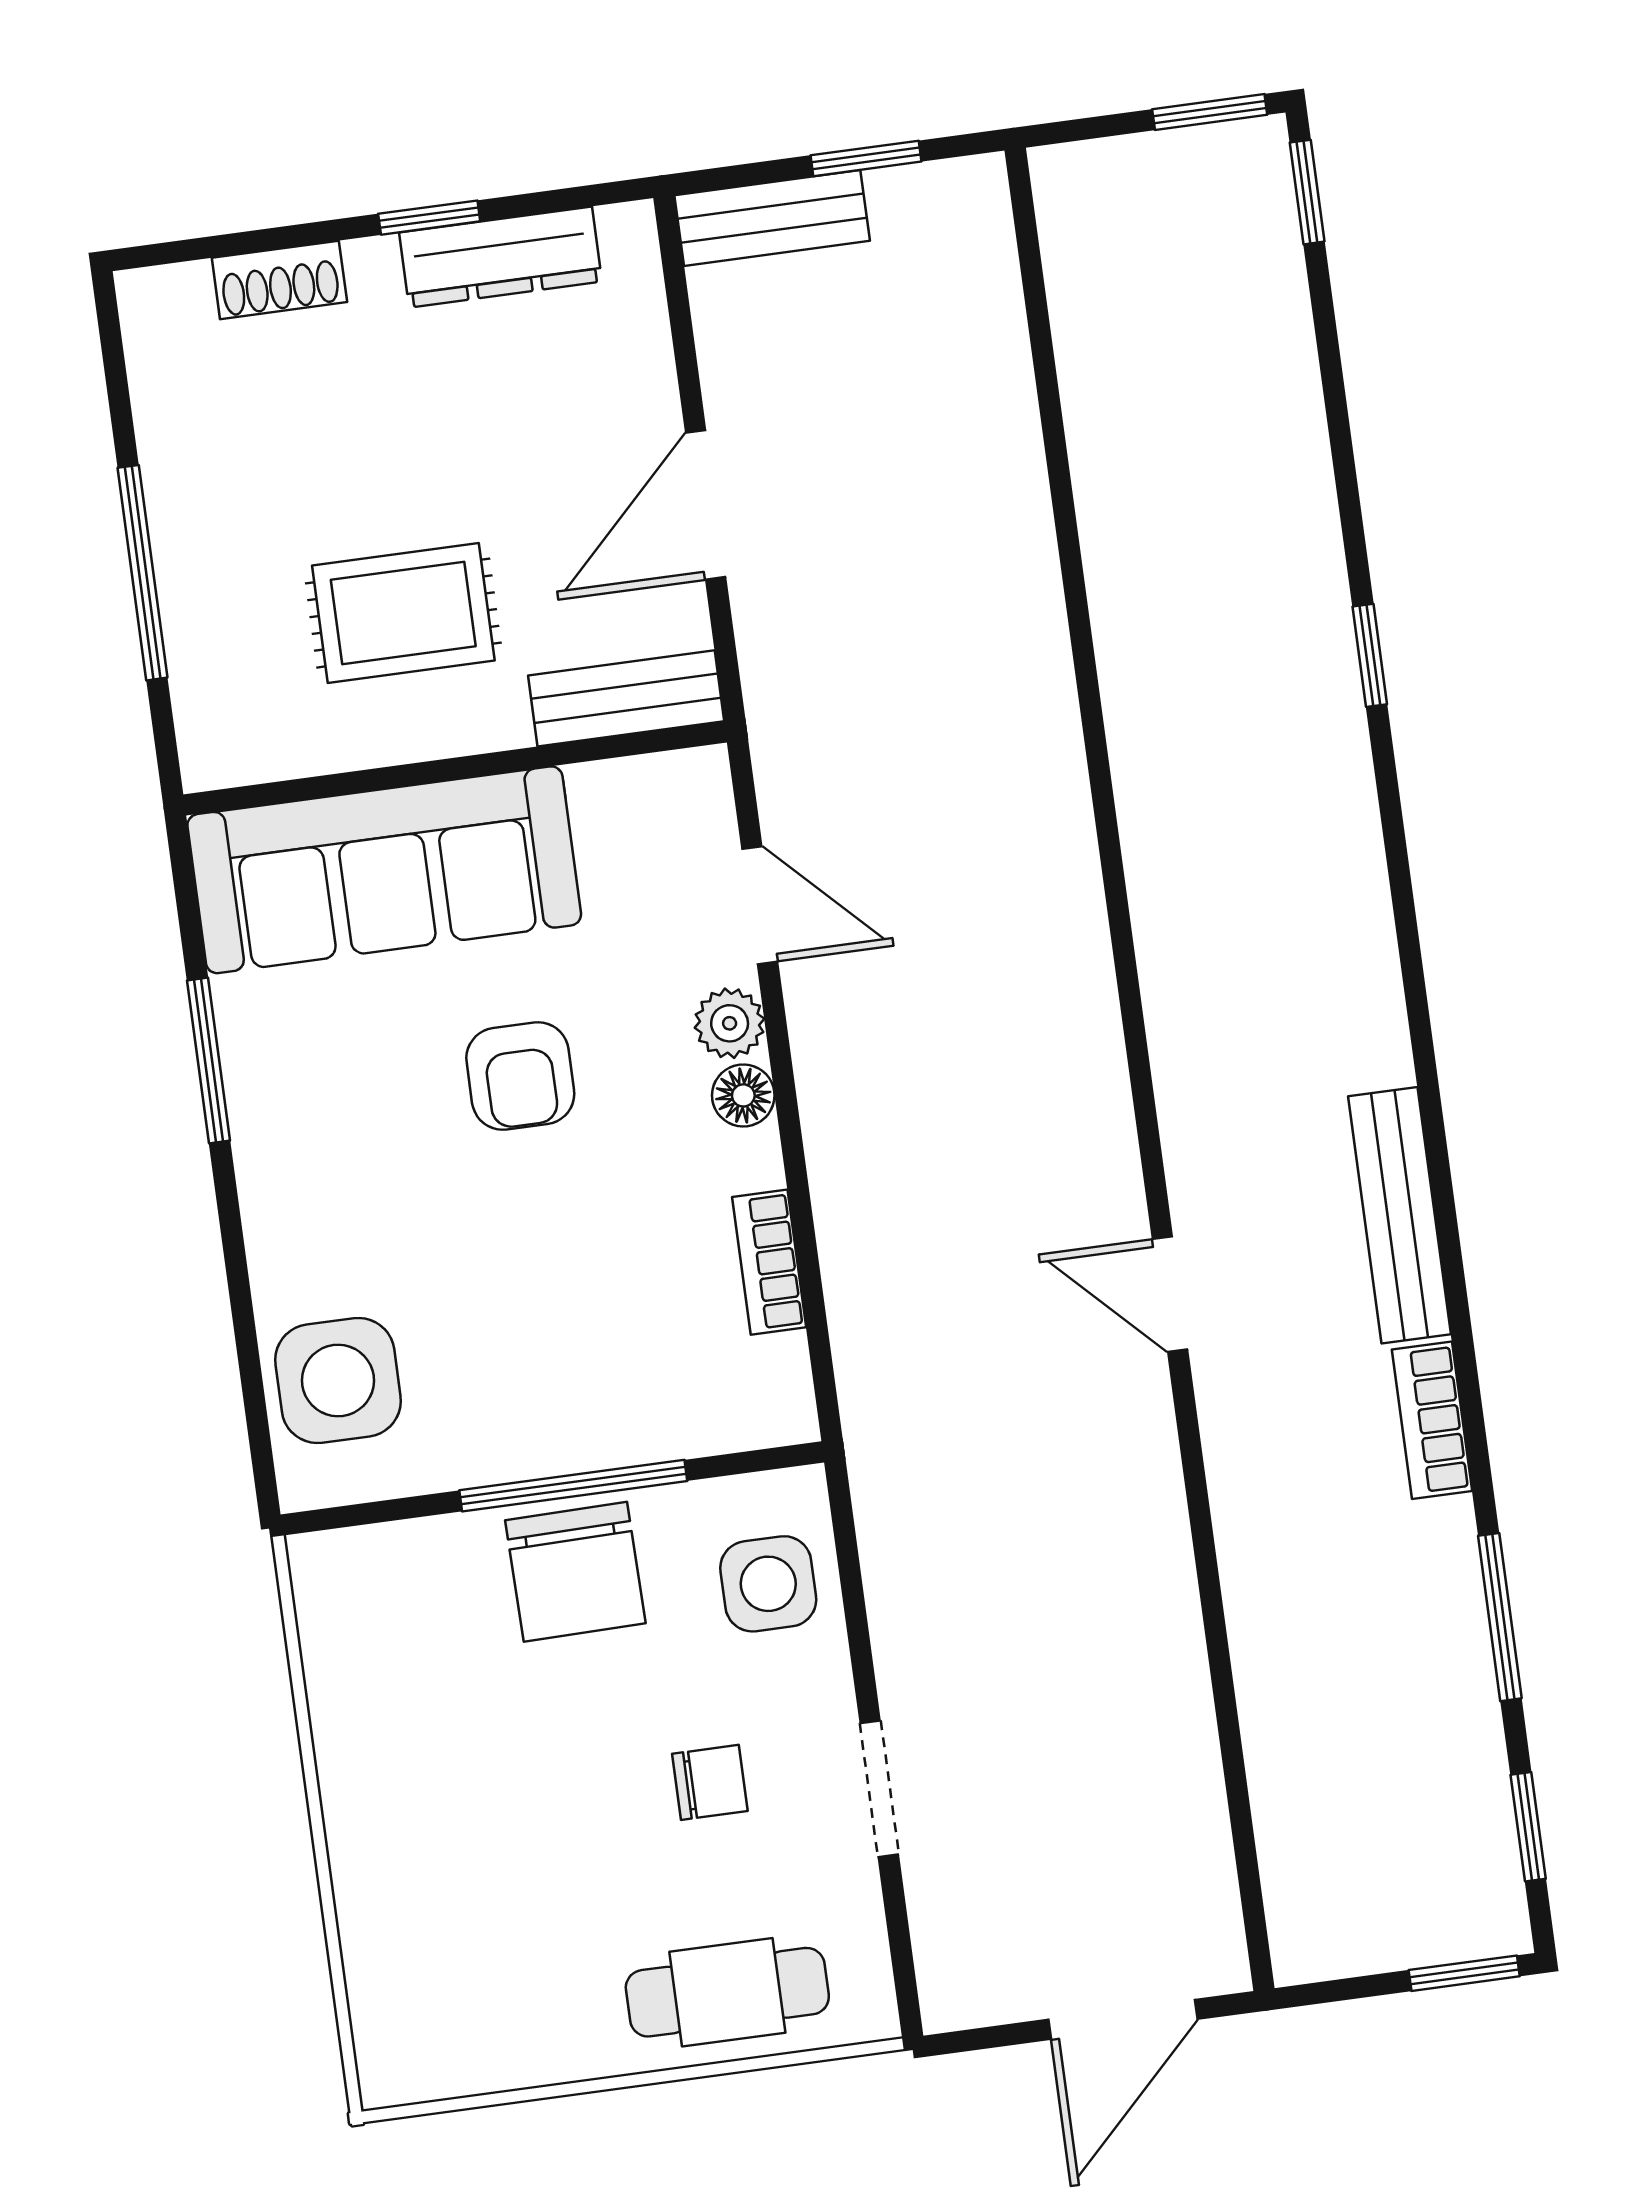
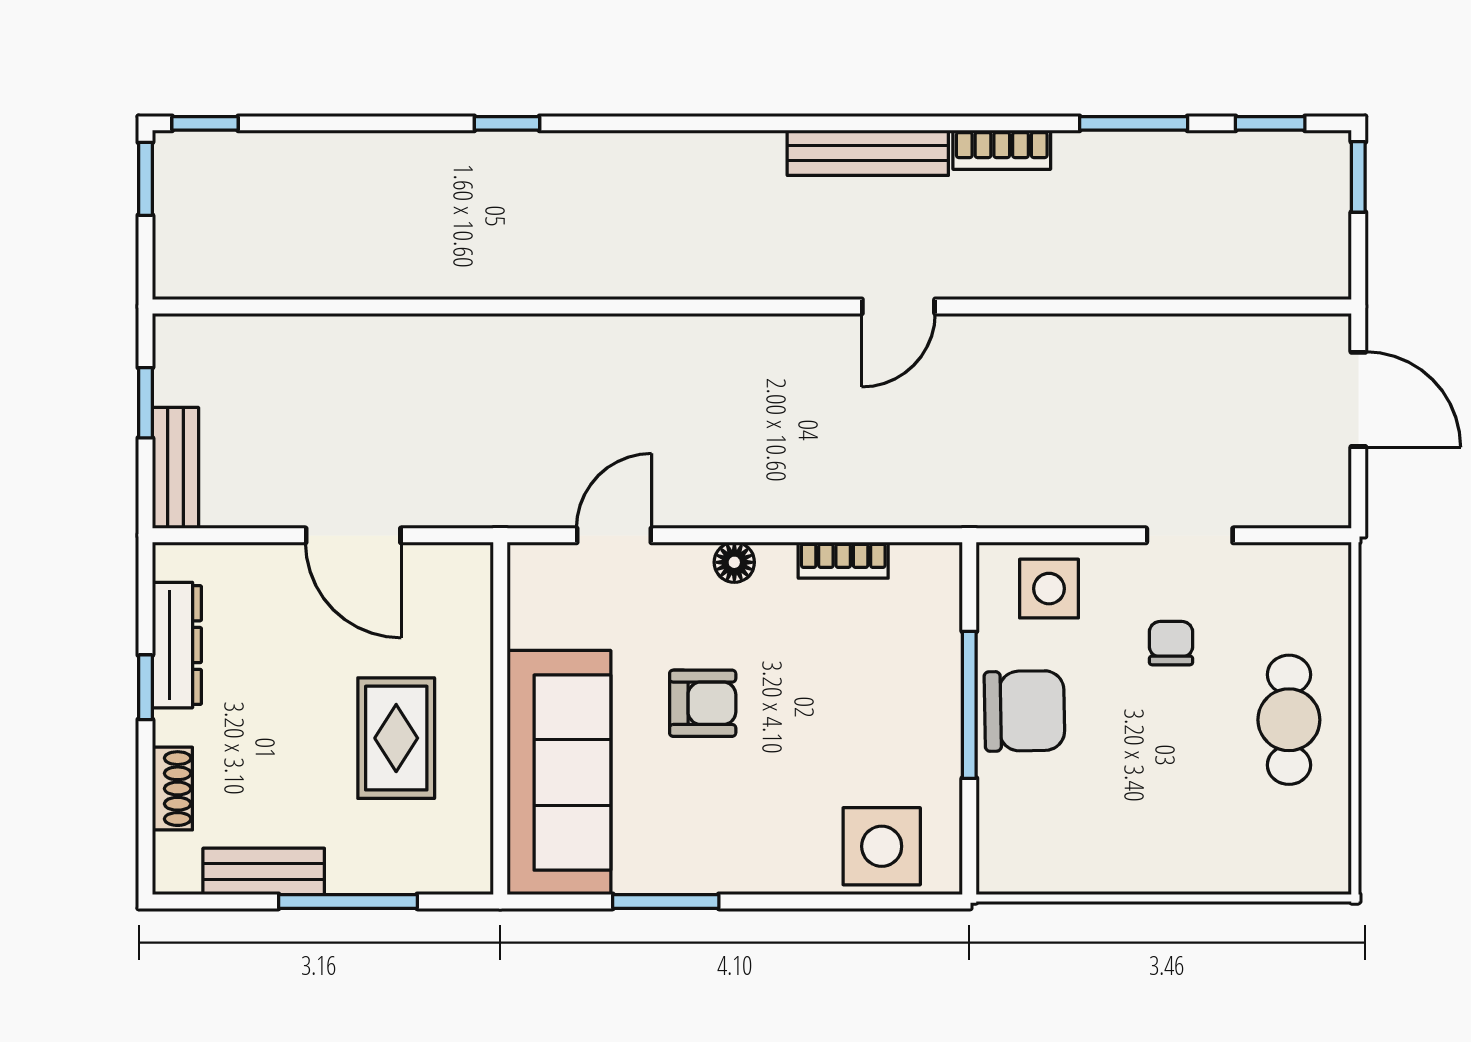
bench: (626, 698) -> (264, 871), moved, turned 90
plant: (730, 1023) -> (687, 565), removed
cafe table: (727, 1992) -> (1289, 720), moved

